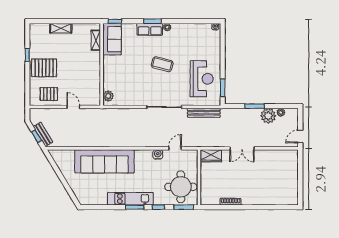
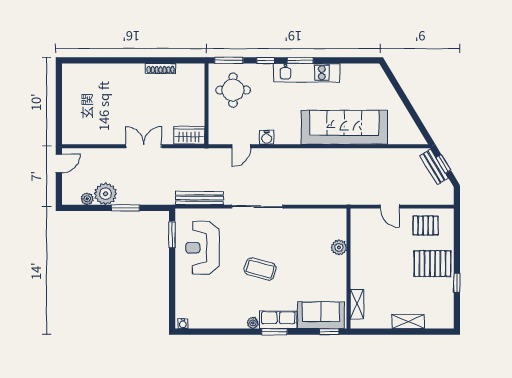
sofa: (112, 39) -> (321, 315), moved, turned 90
plant: (108, 96) -> (339, 247), moved
round table: (181, 187) -> (233, 90), width x0.73, depth x0.73

